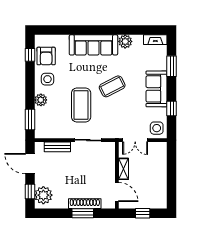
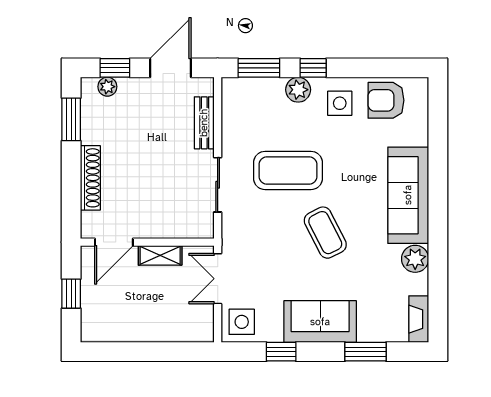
window: (30, 55) -> (313, 68), moved
plant: (43, 195) -> (107, 87), width x0.53, depth x0.53
window: (83, 213) -> (71, 119), moved

